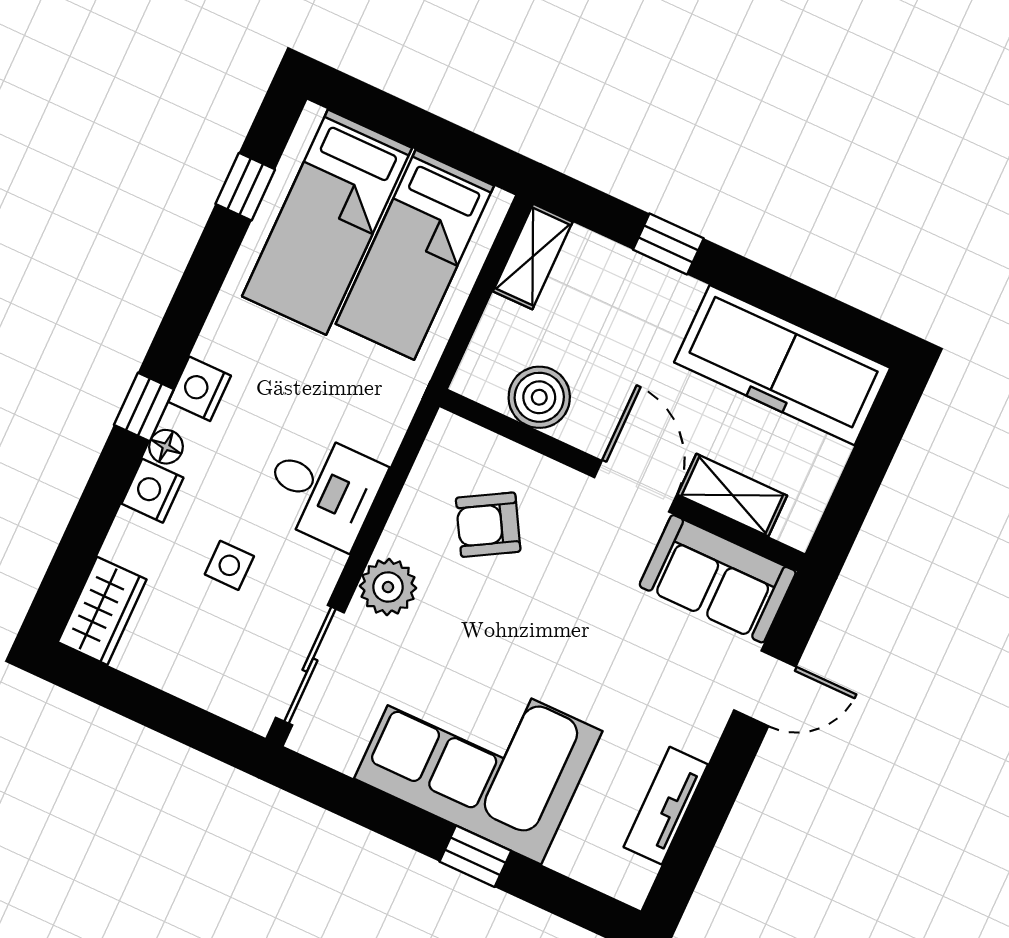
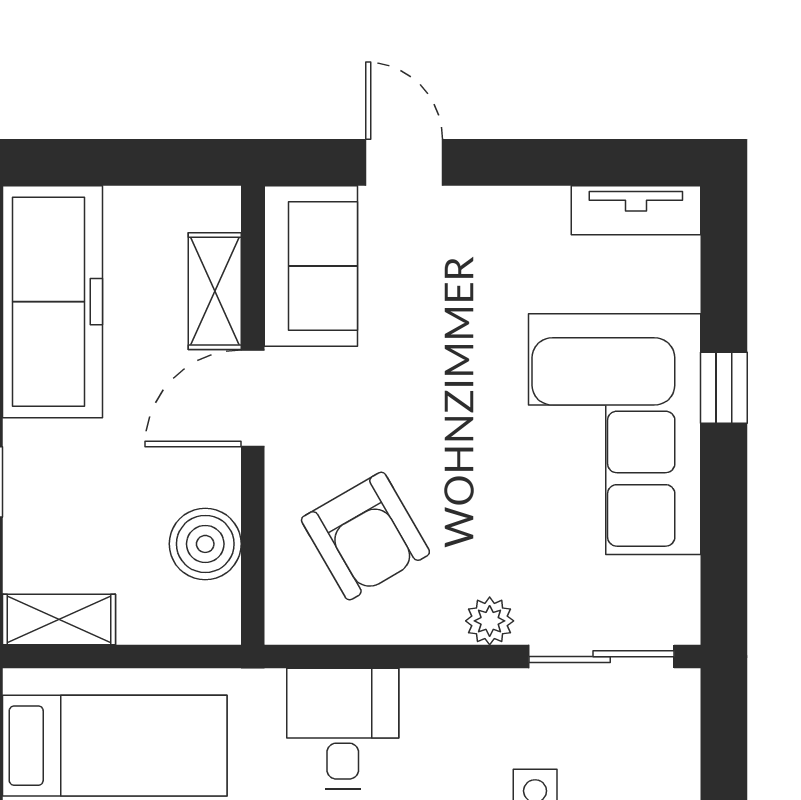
desk: (323, 489) -> (343, 729), moved
armchair: (488, 525) -> (365, 536), width x1.38, depth x1.38
plant: (388, 587) -> (490, 621), width x0.73, depth x0.73
tv unit: (666, 806) -> (636, 210), moved

